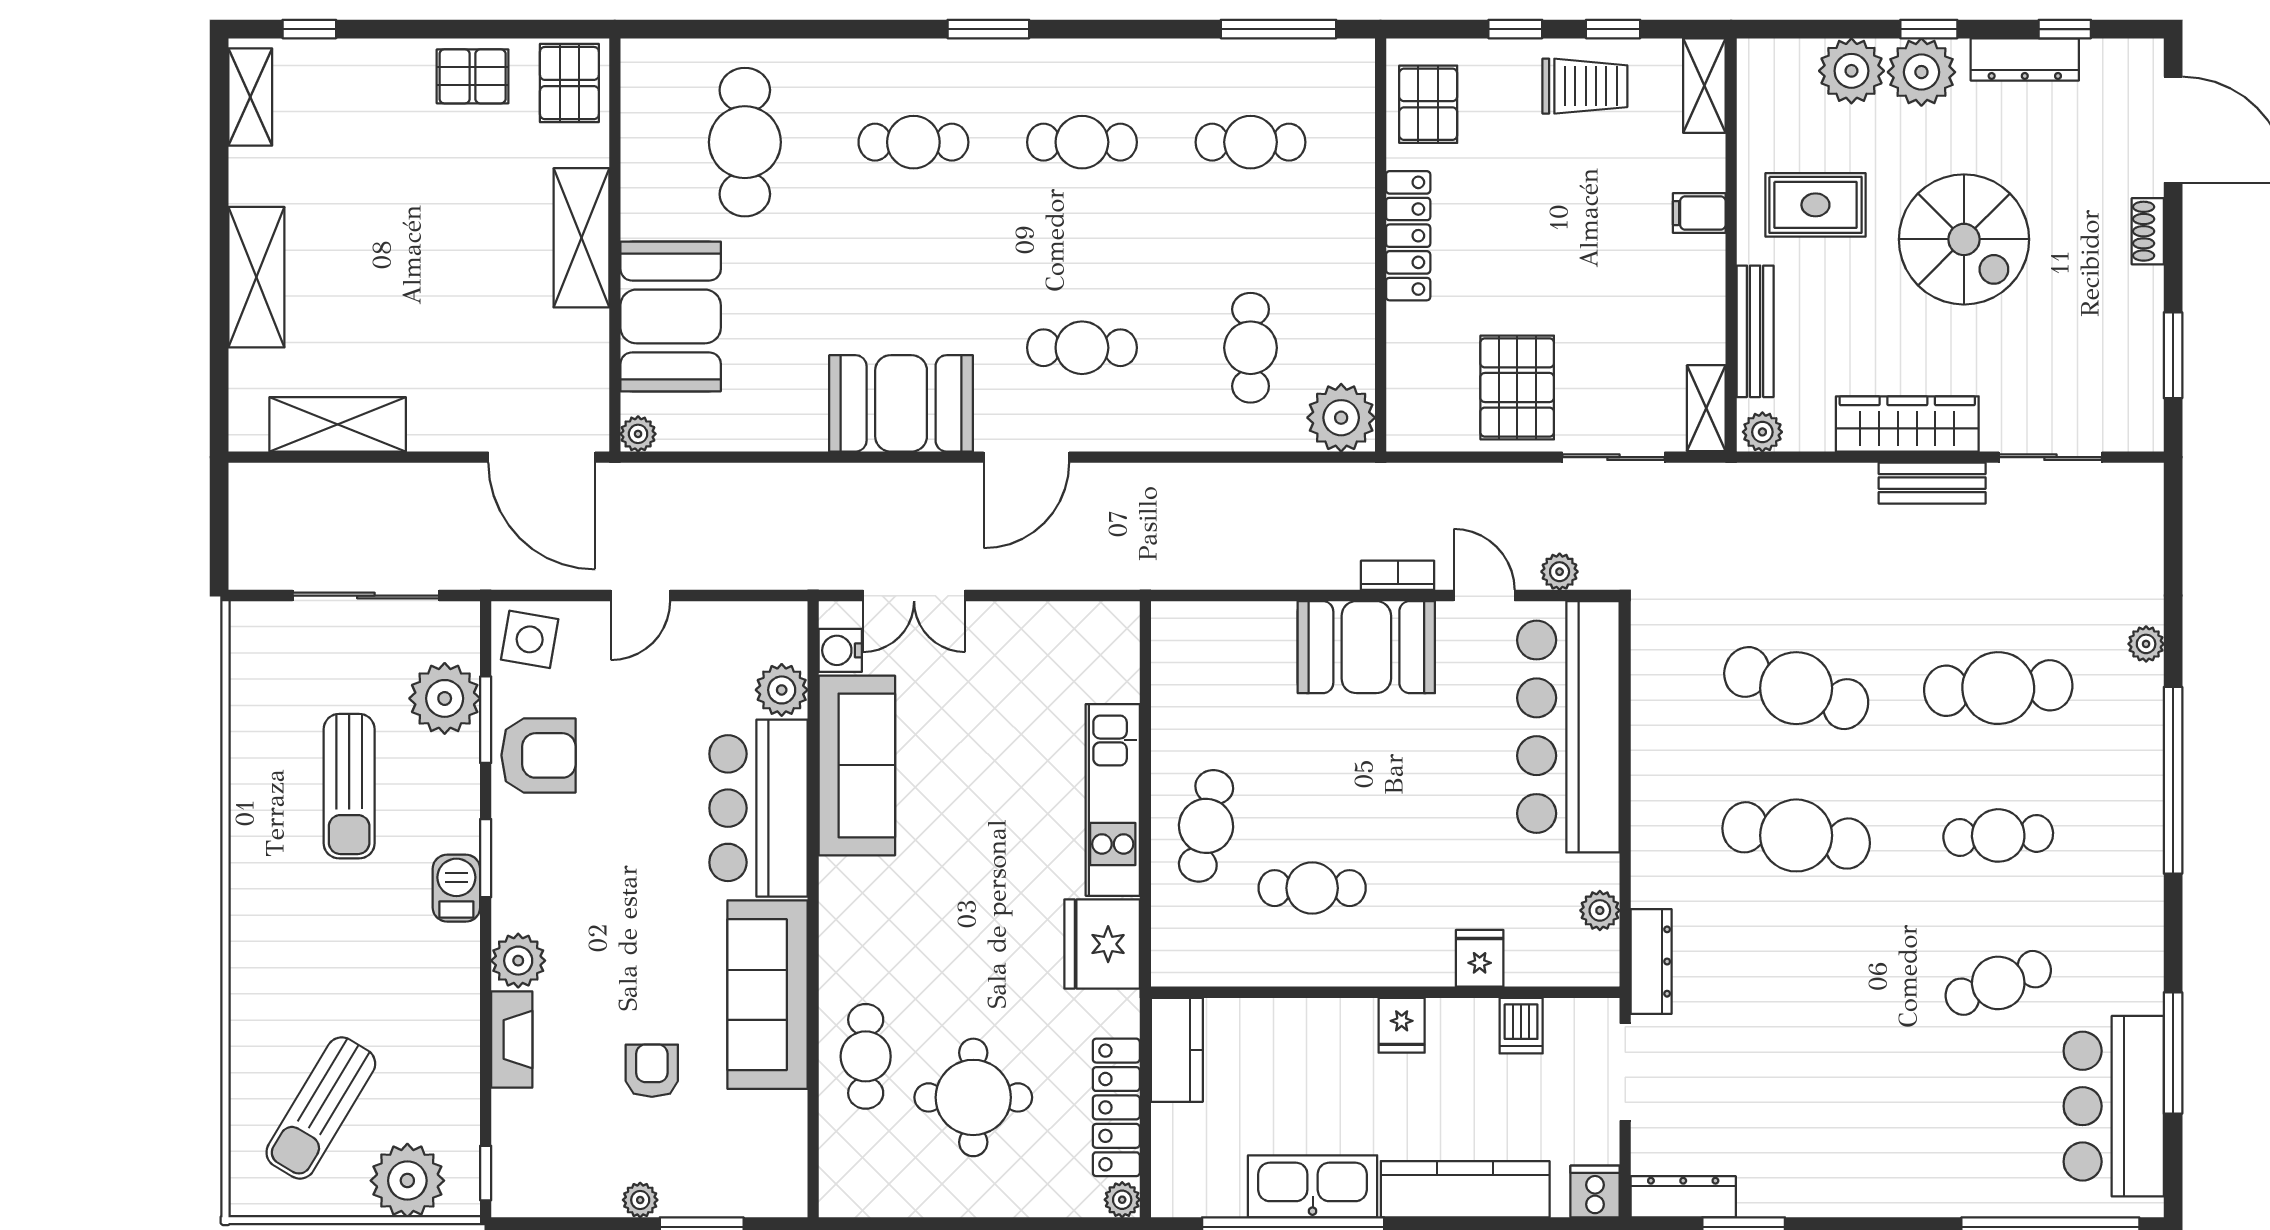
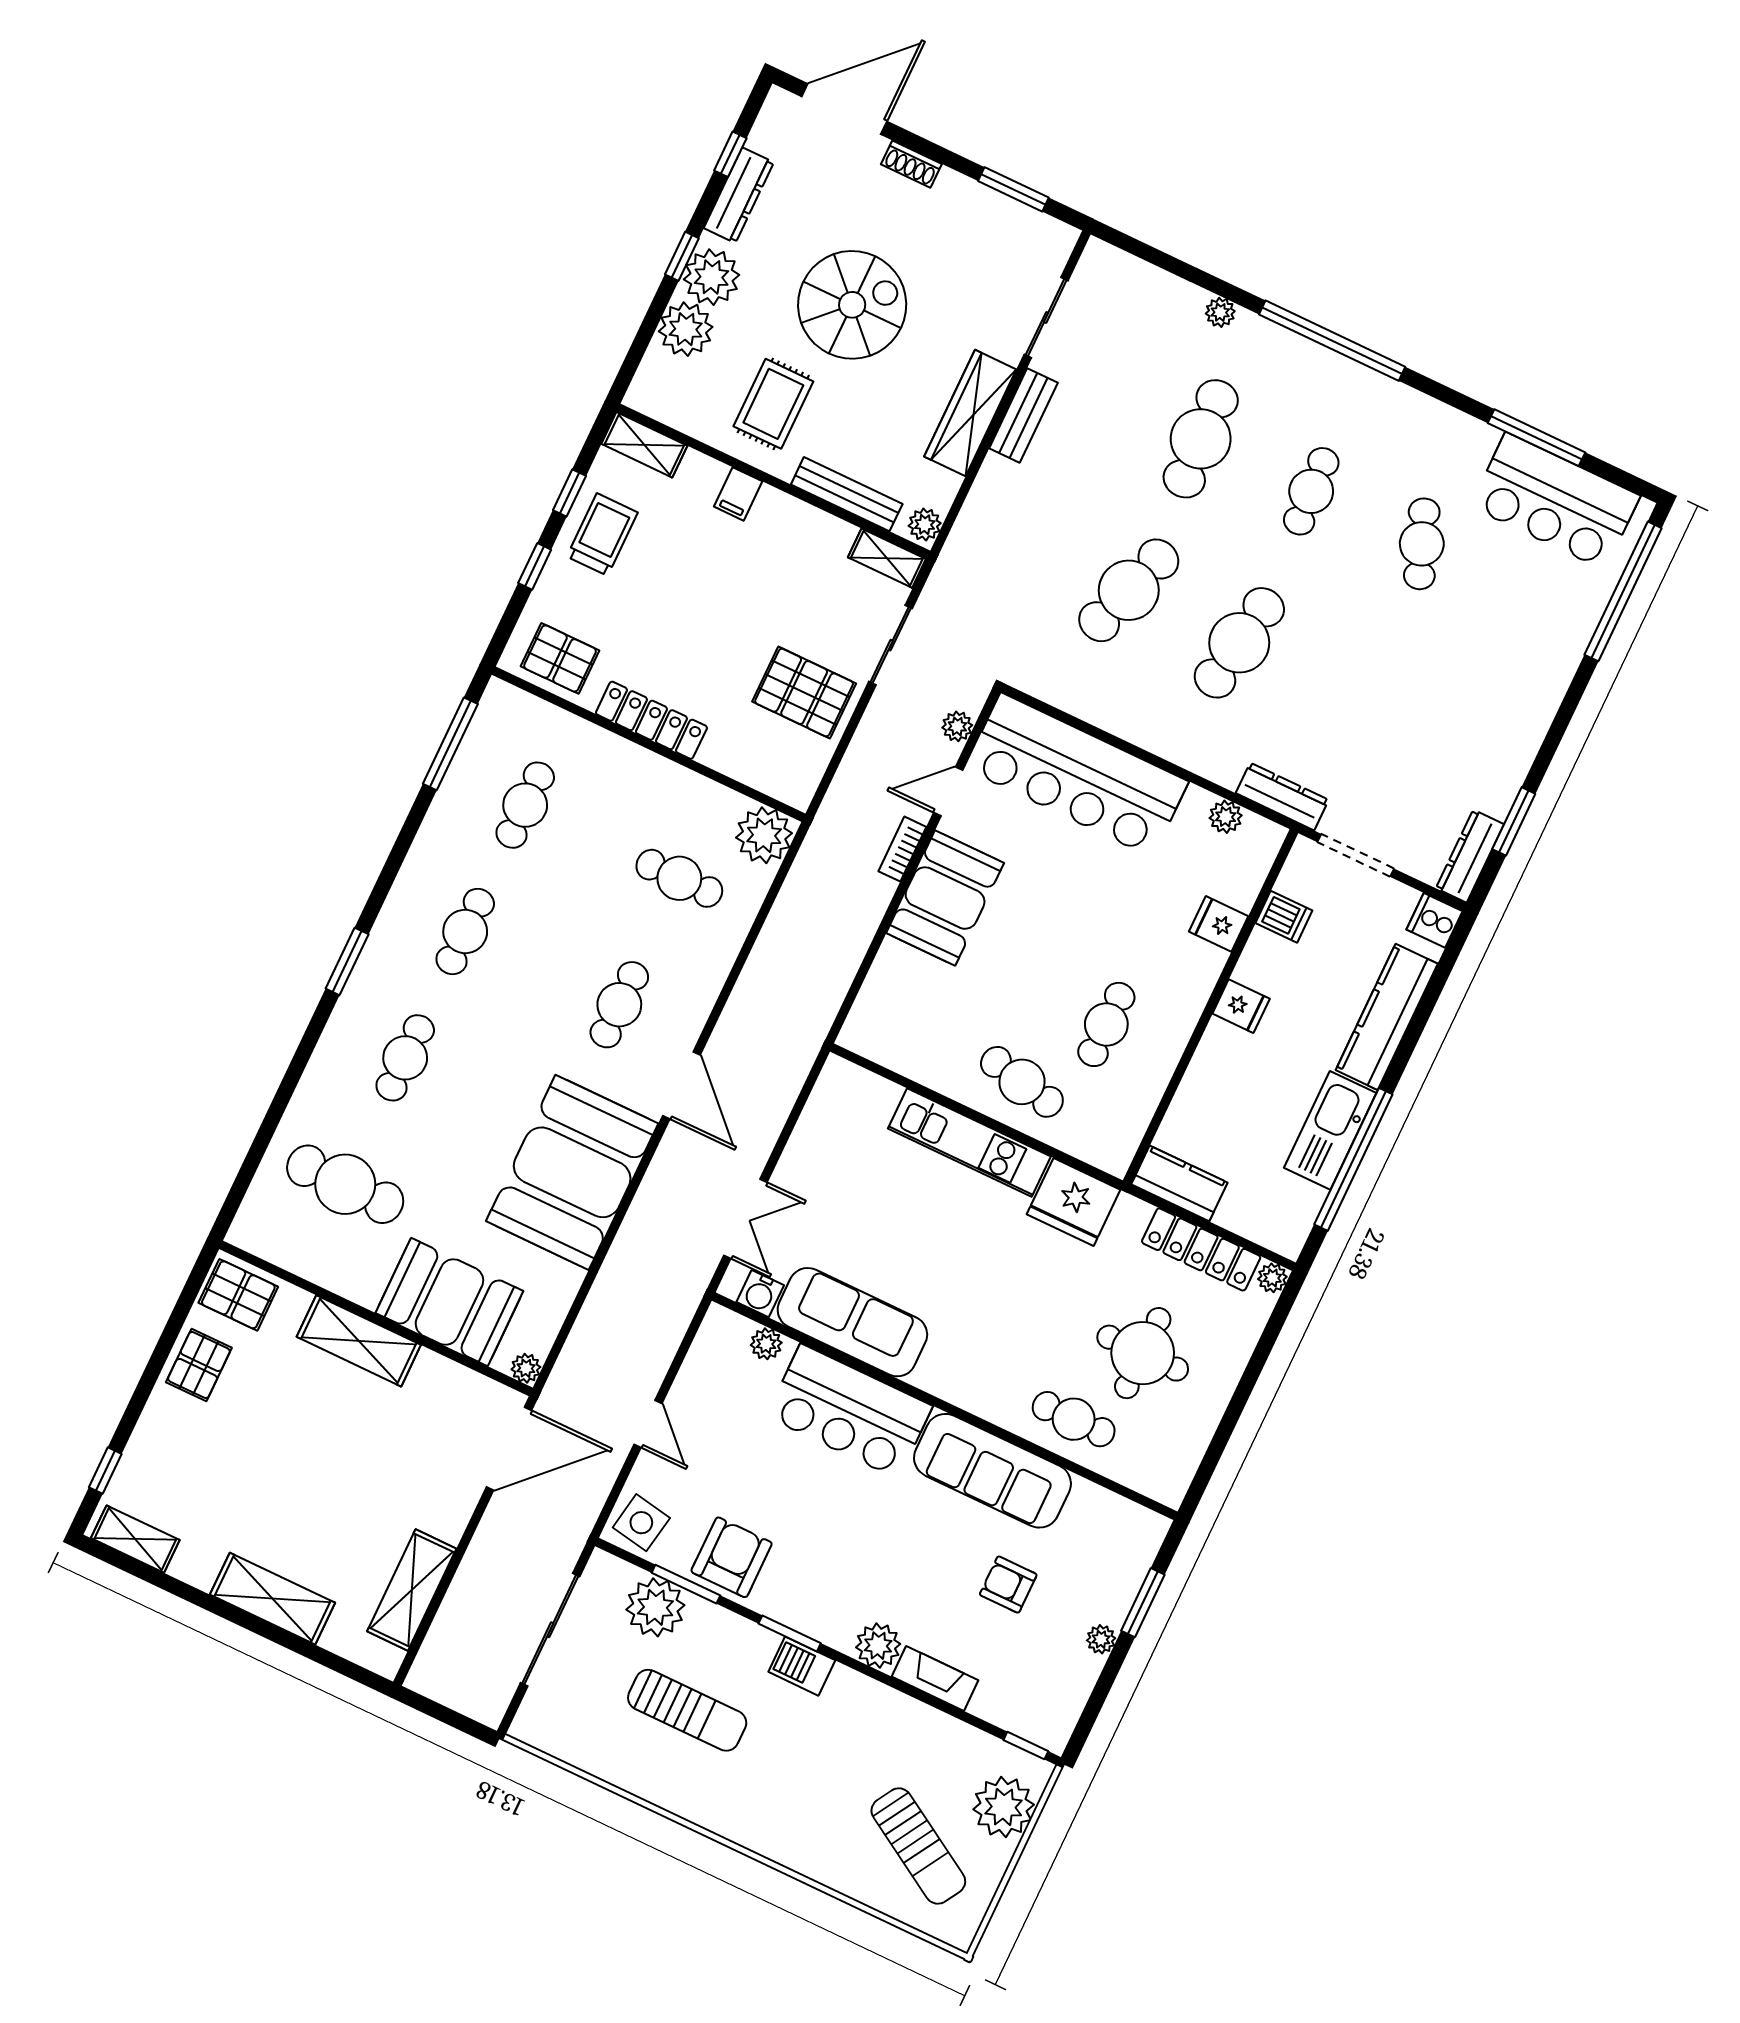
booth: (901, 403) -> (572, 1172), width x1.36, depth x1.42
plant: (782, 690) -> (766, 1344), width x0.73, depth x0.73

